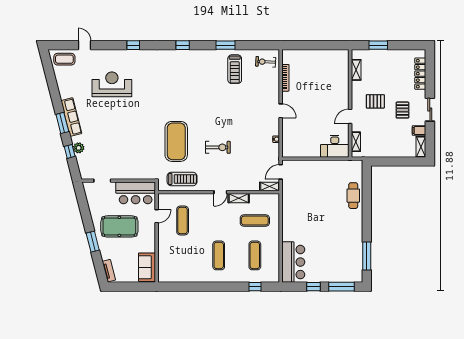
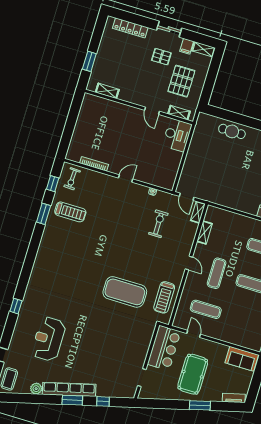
window: (183, 45) -> (53, 184), moved
pallet: (375, 101) -> (181, 81), moved, width x1.50, depth x1.42
row of seats: (71, 117) -> (69, 389), width x1.36
exercise bike: (218, 147) -> (158, 224), moved
plant: (79, 148) -> (36, 389), moved
treadmill: (182, 179) -> (164, 297), turned 180
shelving: (239, 198) -> (204, 233), moved
exercise mat: (255, 221) -> (217, 273), moved

